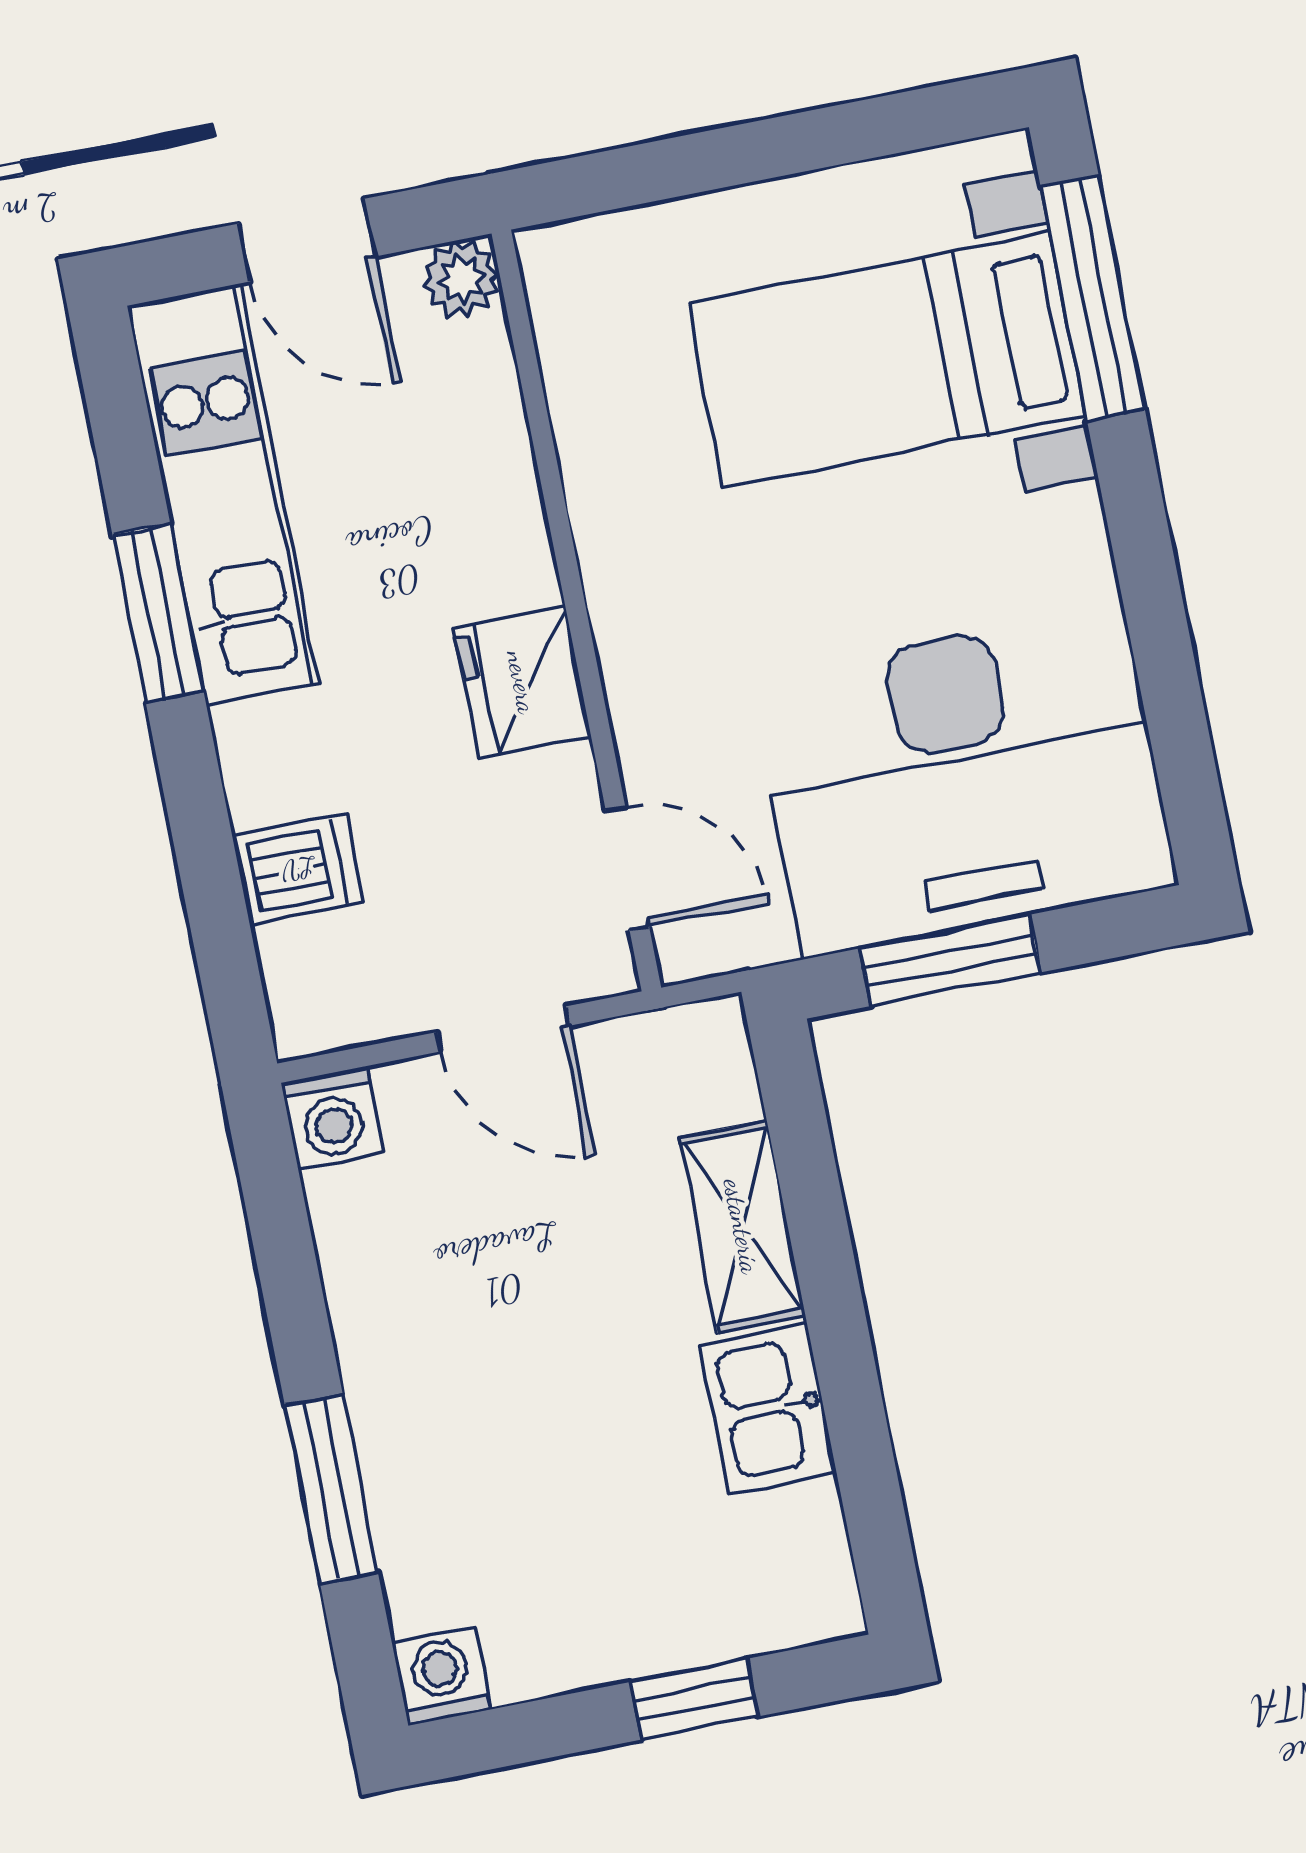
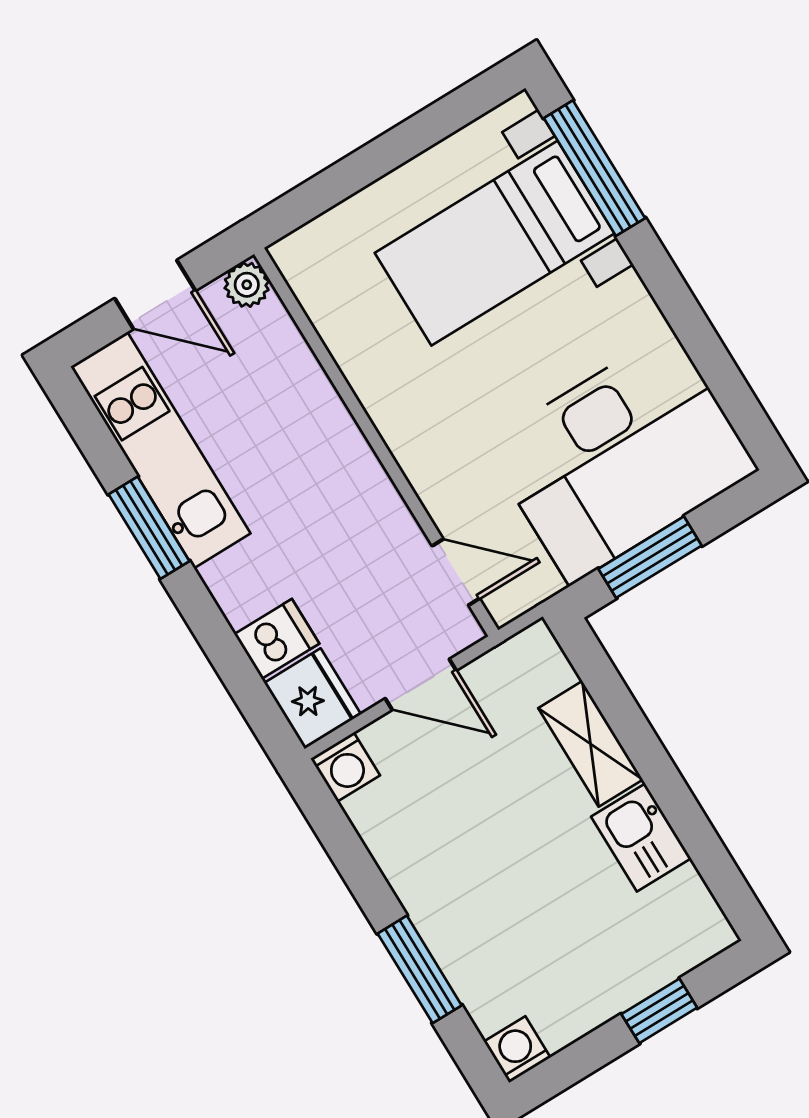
fridge: (522, 682) -> (312, 698), moved, turned 180

